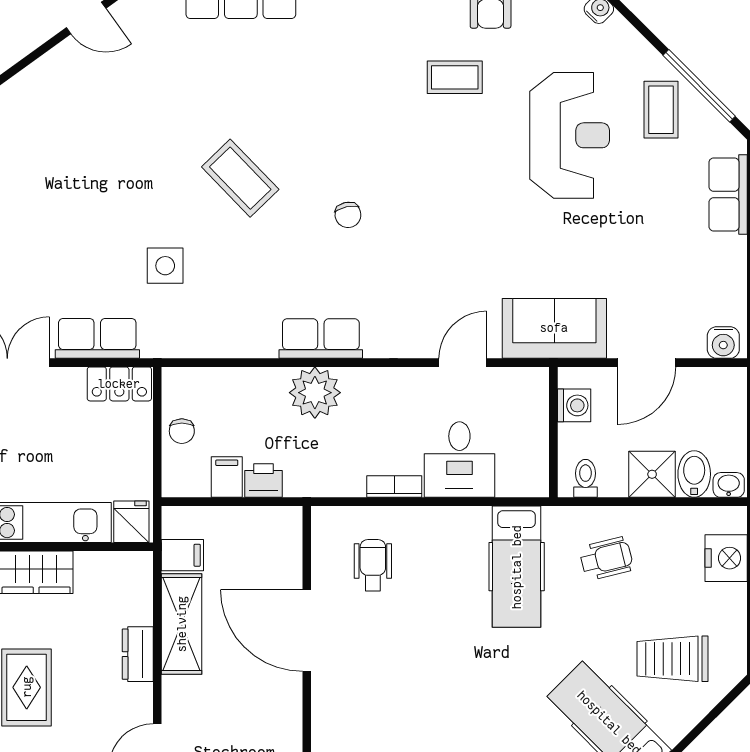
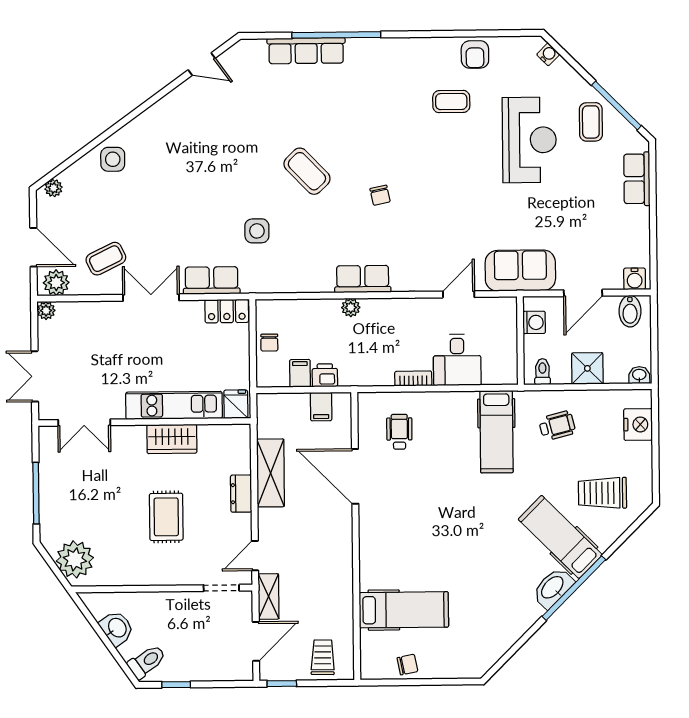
plant: (315, 393) -> (351, 308), width x0.53, depth x0.53
bidet: (694, 474) -> (630, 311), moved, turned 180
filing cabinet: (182, 555) -> (321, 407), moved, turned 90

